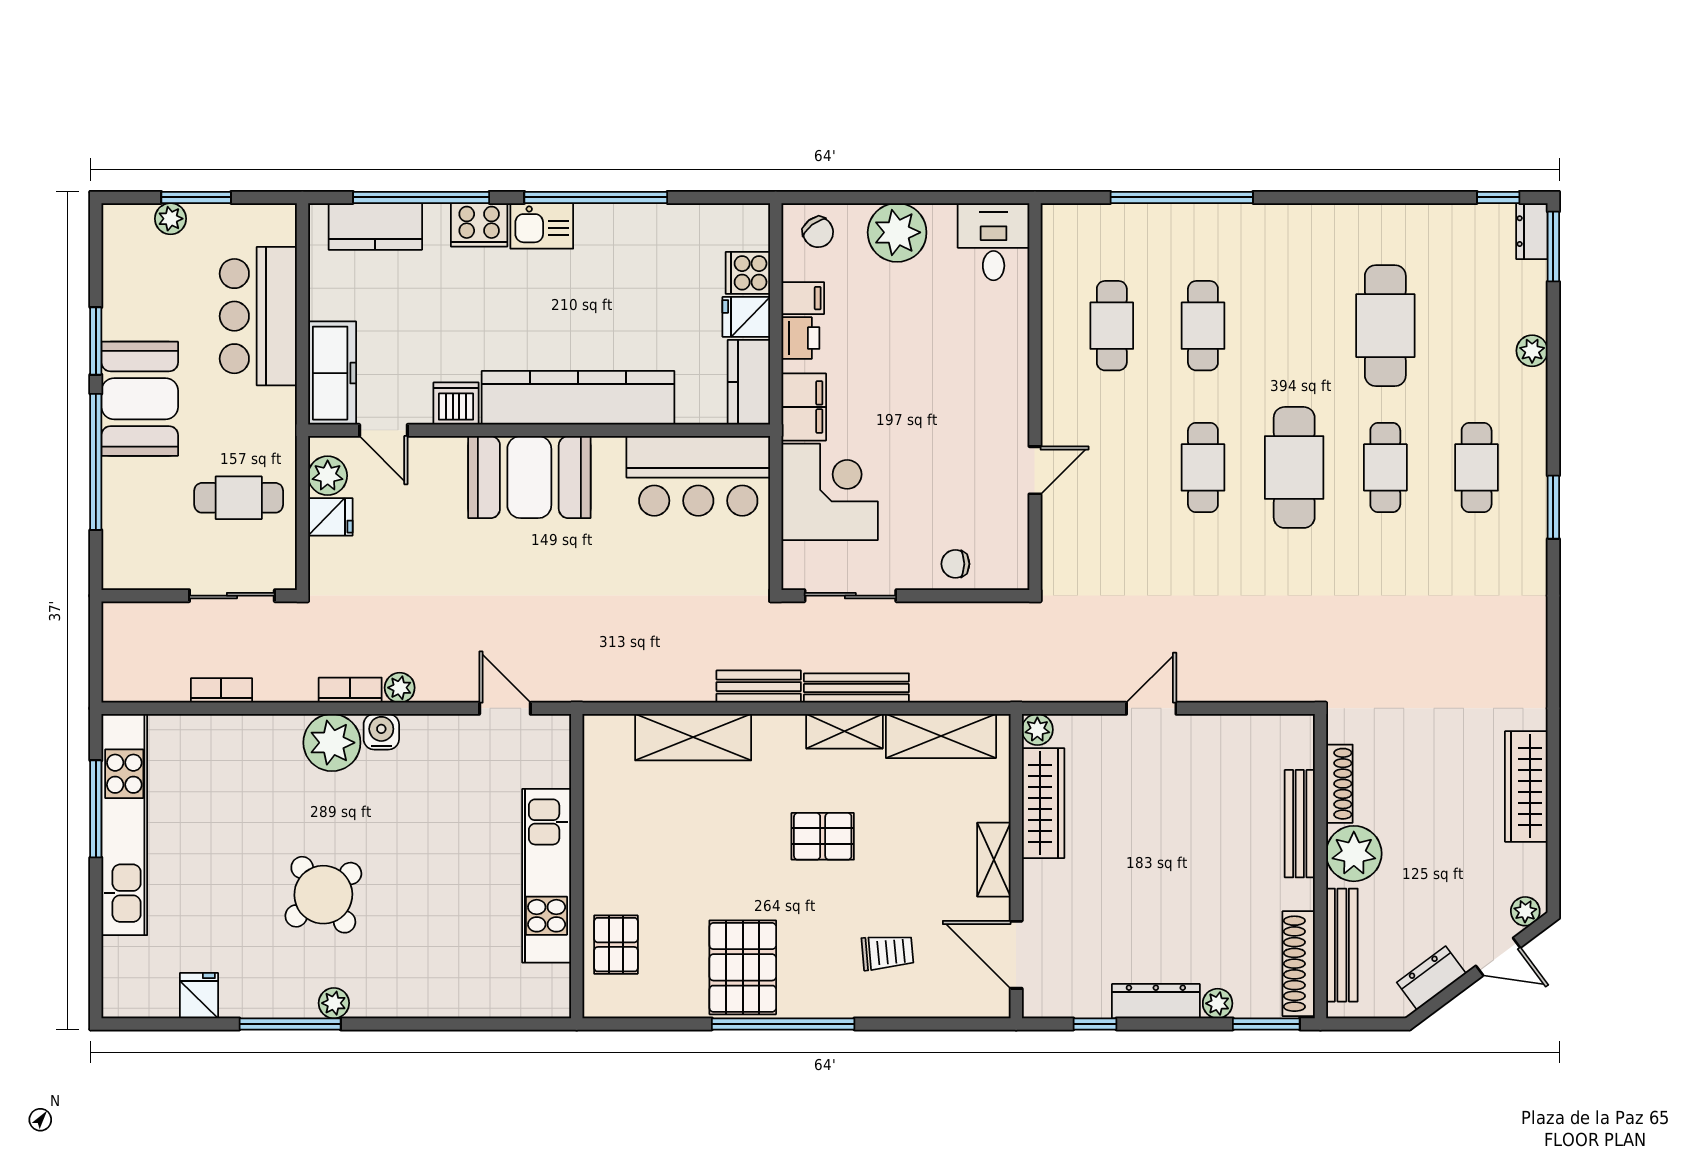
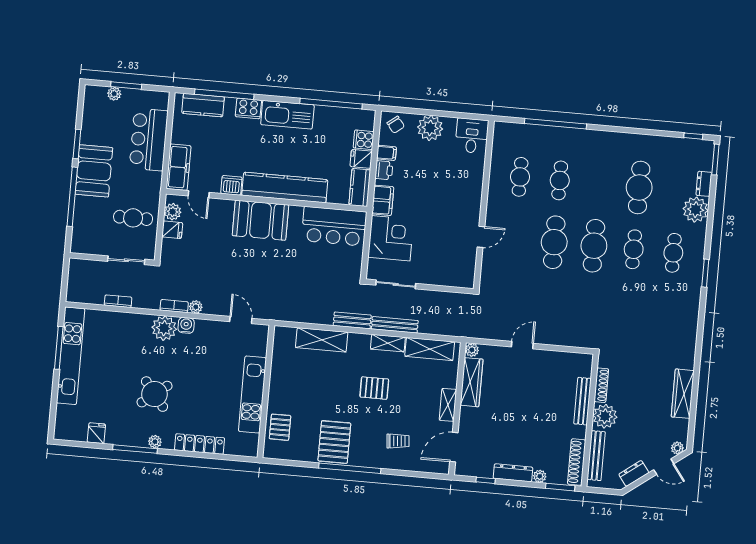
window: (596, 197) -> (331, 104), moved
kitchen sink: (542, 226) -> (287, 115), width x1.88, depth x1.24
dresser: (1532, 231) -> (704, 184), moved
plant: (1532, 351) -> (696, 210), width x1.87, depth x1.87
cafe table: (1203, 467) -> (554, 242), width x1.37, depth x1.35
chair: (955, 564) -> (443, 275), removed
door: (1016, 955) -> (454, 447), hinge flipped
locker: (436, 999) -> (200, 444), added

